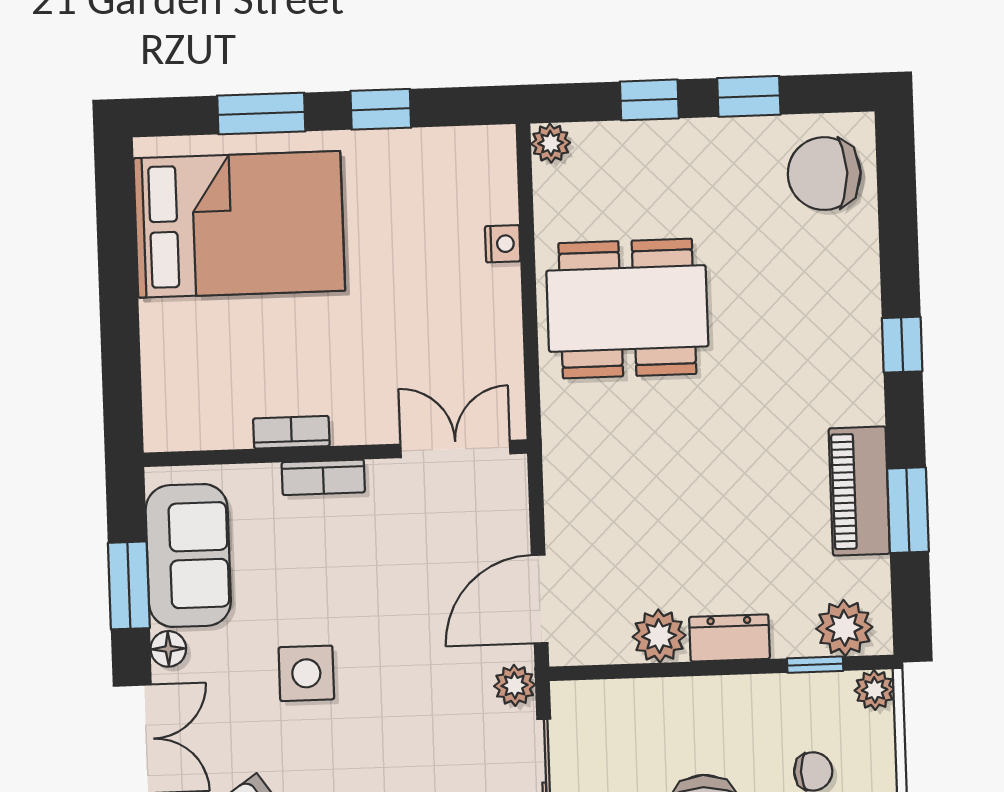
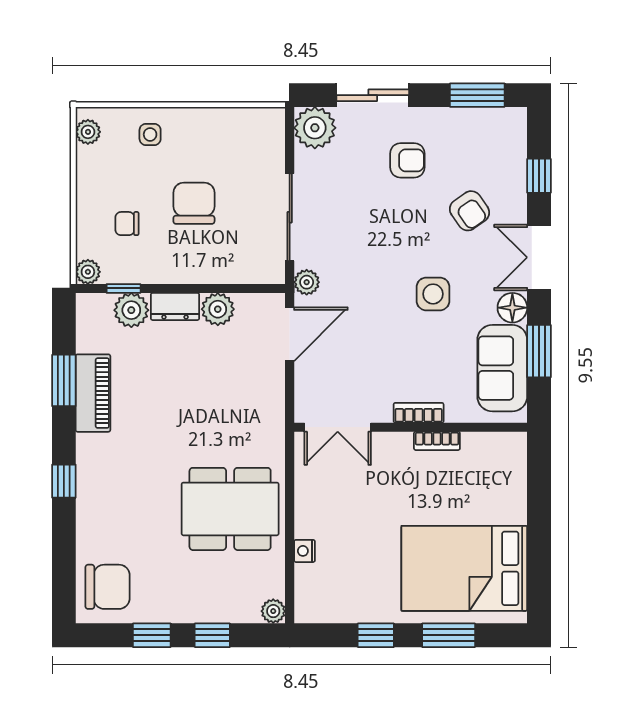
plant: (844, 628) -> (131, 310), moved
floor lamp: (168, 649) -> (512, 308), width x1.37, depth x1.37

